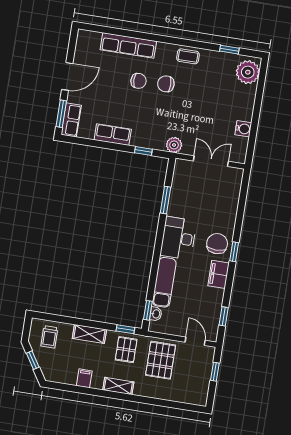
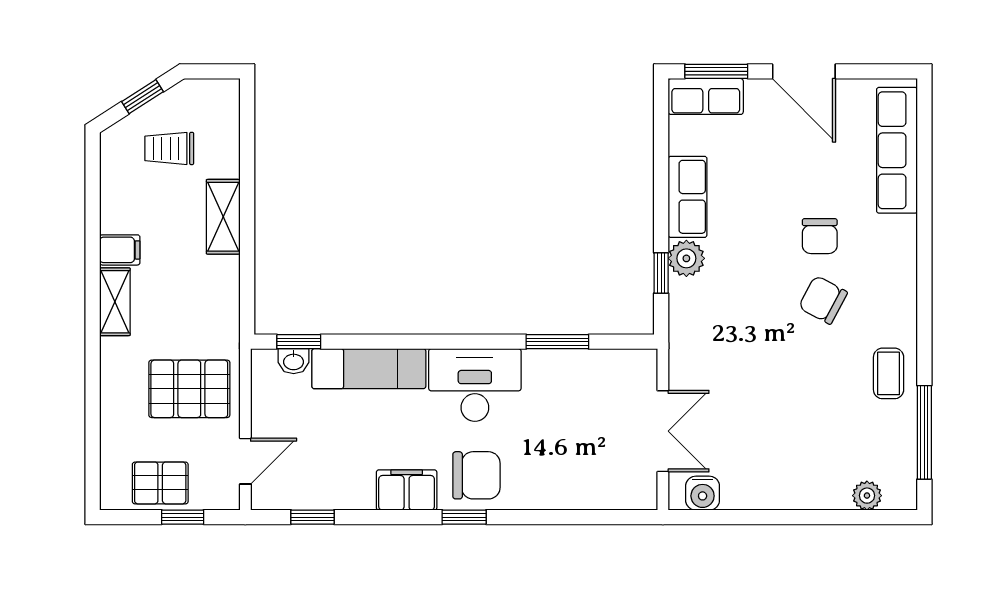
row of seats: (128, 45) -> (897, 150), moved
window: (229, 50) -> (924, 432), width x2.17
coffee table: (188, 56) -> (889, 373), moved
plant: (248, 72) -> (867, 496), width x0.53, depth x0.53
chair: (166, 84) -> (823, 300), turned -62
water cooler: (243, 129) -> (703, 493), moved
plant: (174, 145) -> (686, 258), moved
window: (125, 329) -> (247, 297), removed
trolley: (49, 337) -> (169, 148), moved
pallet: (126, 350) -> (160, 483), moved
filing cabinet: (84, 378) -> (120, 250), moved

